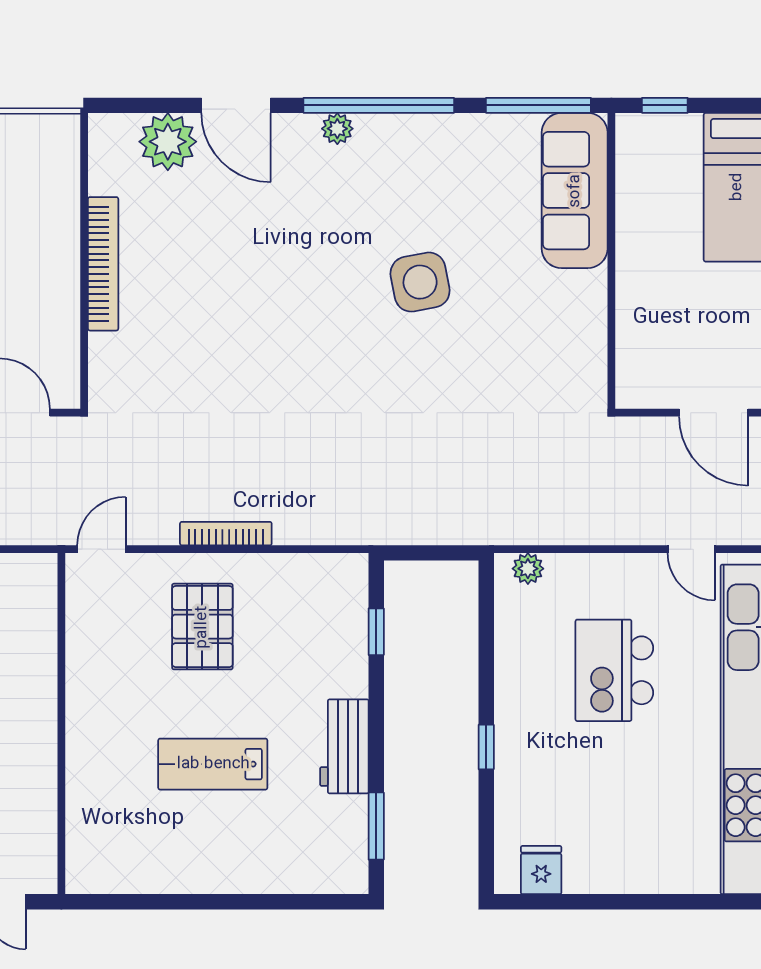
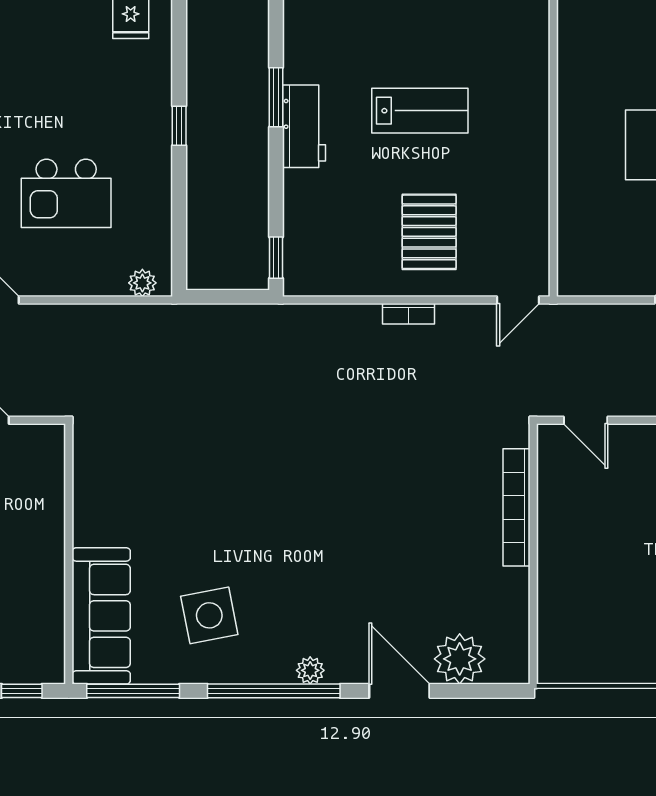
bookcase: (103, 264) -> (517, 507), moved
side table: (420, 282) -> (209, 615), moved
bookcase: (226, 534) -> (408, 314), width x0.64
window: (376, 632) -> (276, 258), moved
kitchen island: (614, 670) -> (66, 193), turned 90
window: (376, 826) -> (276, 97), moved

